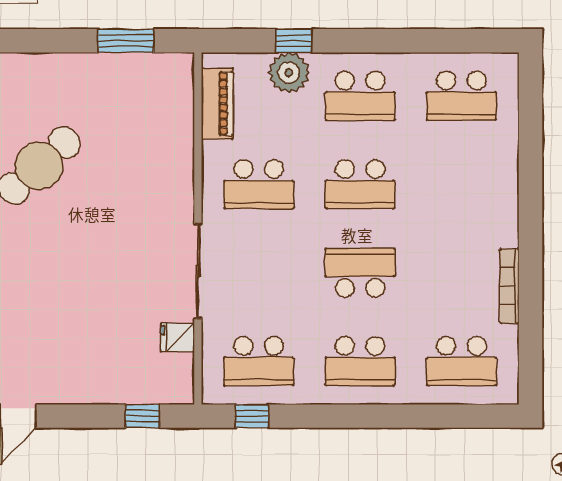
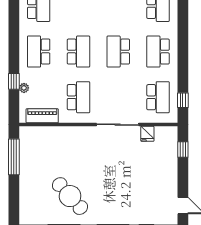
window: (126, 41) -> (14, 157), width x1.44
plant: (289, 73) -> (24, 88), width x0.53, depth x0.53
school desk: (360, 96) -> (39, 52), turned 180
school desk: (360, 361) -> (158, 52), turned 180

